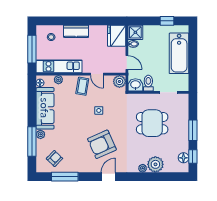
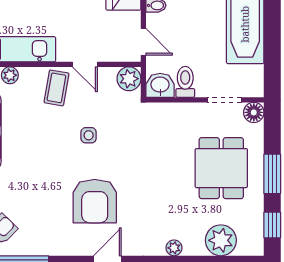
dining table: (152, 123) -> (221, 168), moved, turned 90
armchair: (102, 144) -> (95, 201), turned -66
floor lamp: (183, 158) -> (254, 112), moved
plant: (155, 164) -> (221, 240), moved

